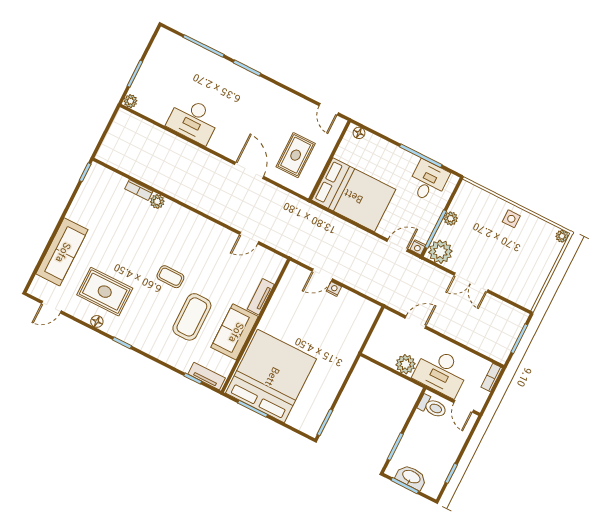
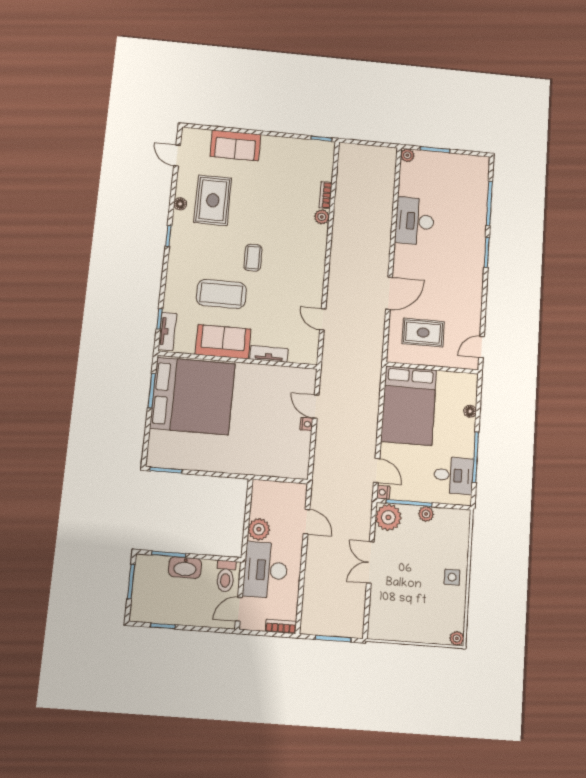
floor lamp: (359, 133) -> (470, 411), moved
sofa: (62, 252) -> (235, 145), width x0.73
washbasin: (411, 477) -> (185, 568), moved, turned 90

